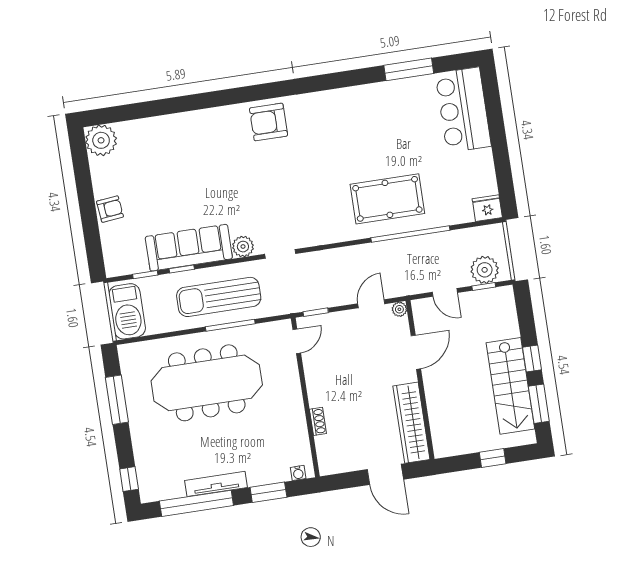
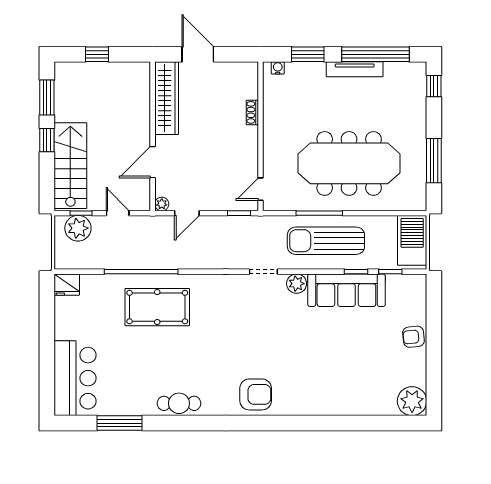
cafe table: (349, 100) -> (179, 403), added
sun lounger: (219, 297) -> (326, 241), turned 180
stairs: (510, 386) -> (70, 166), moved

